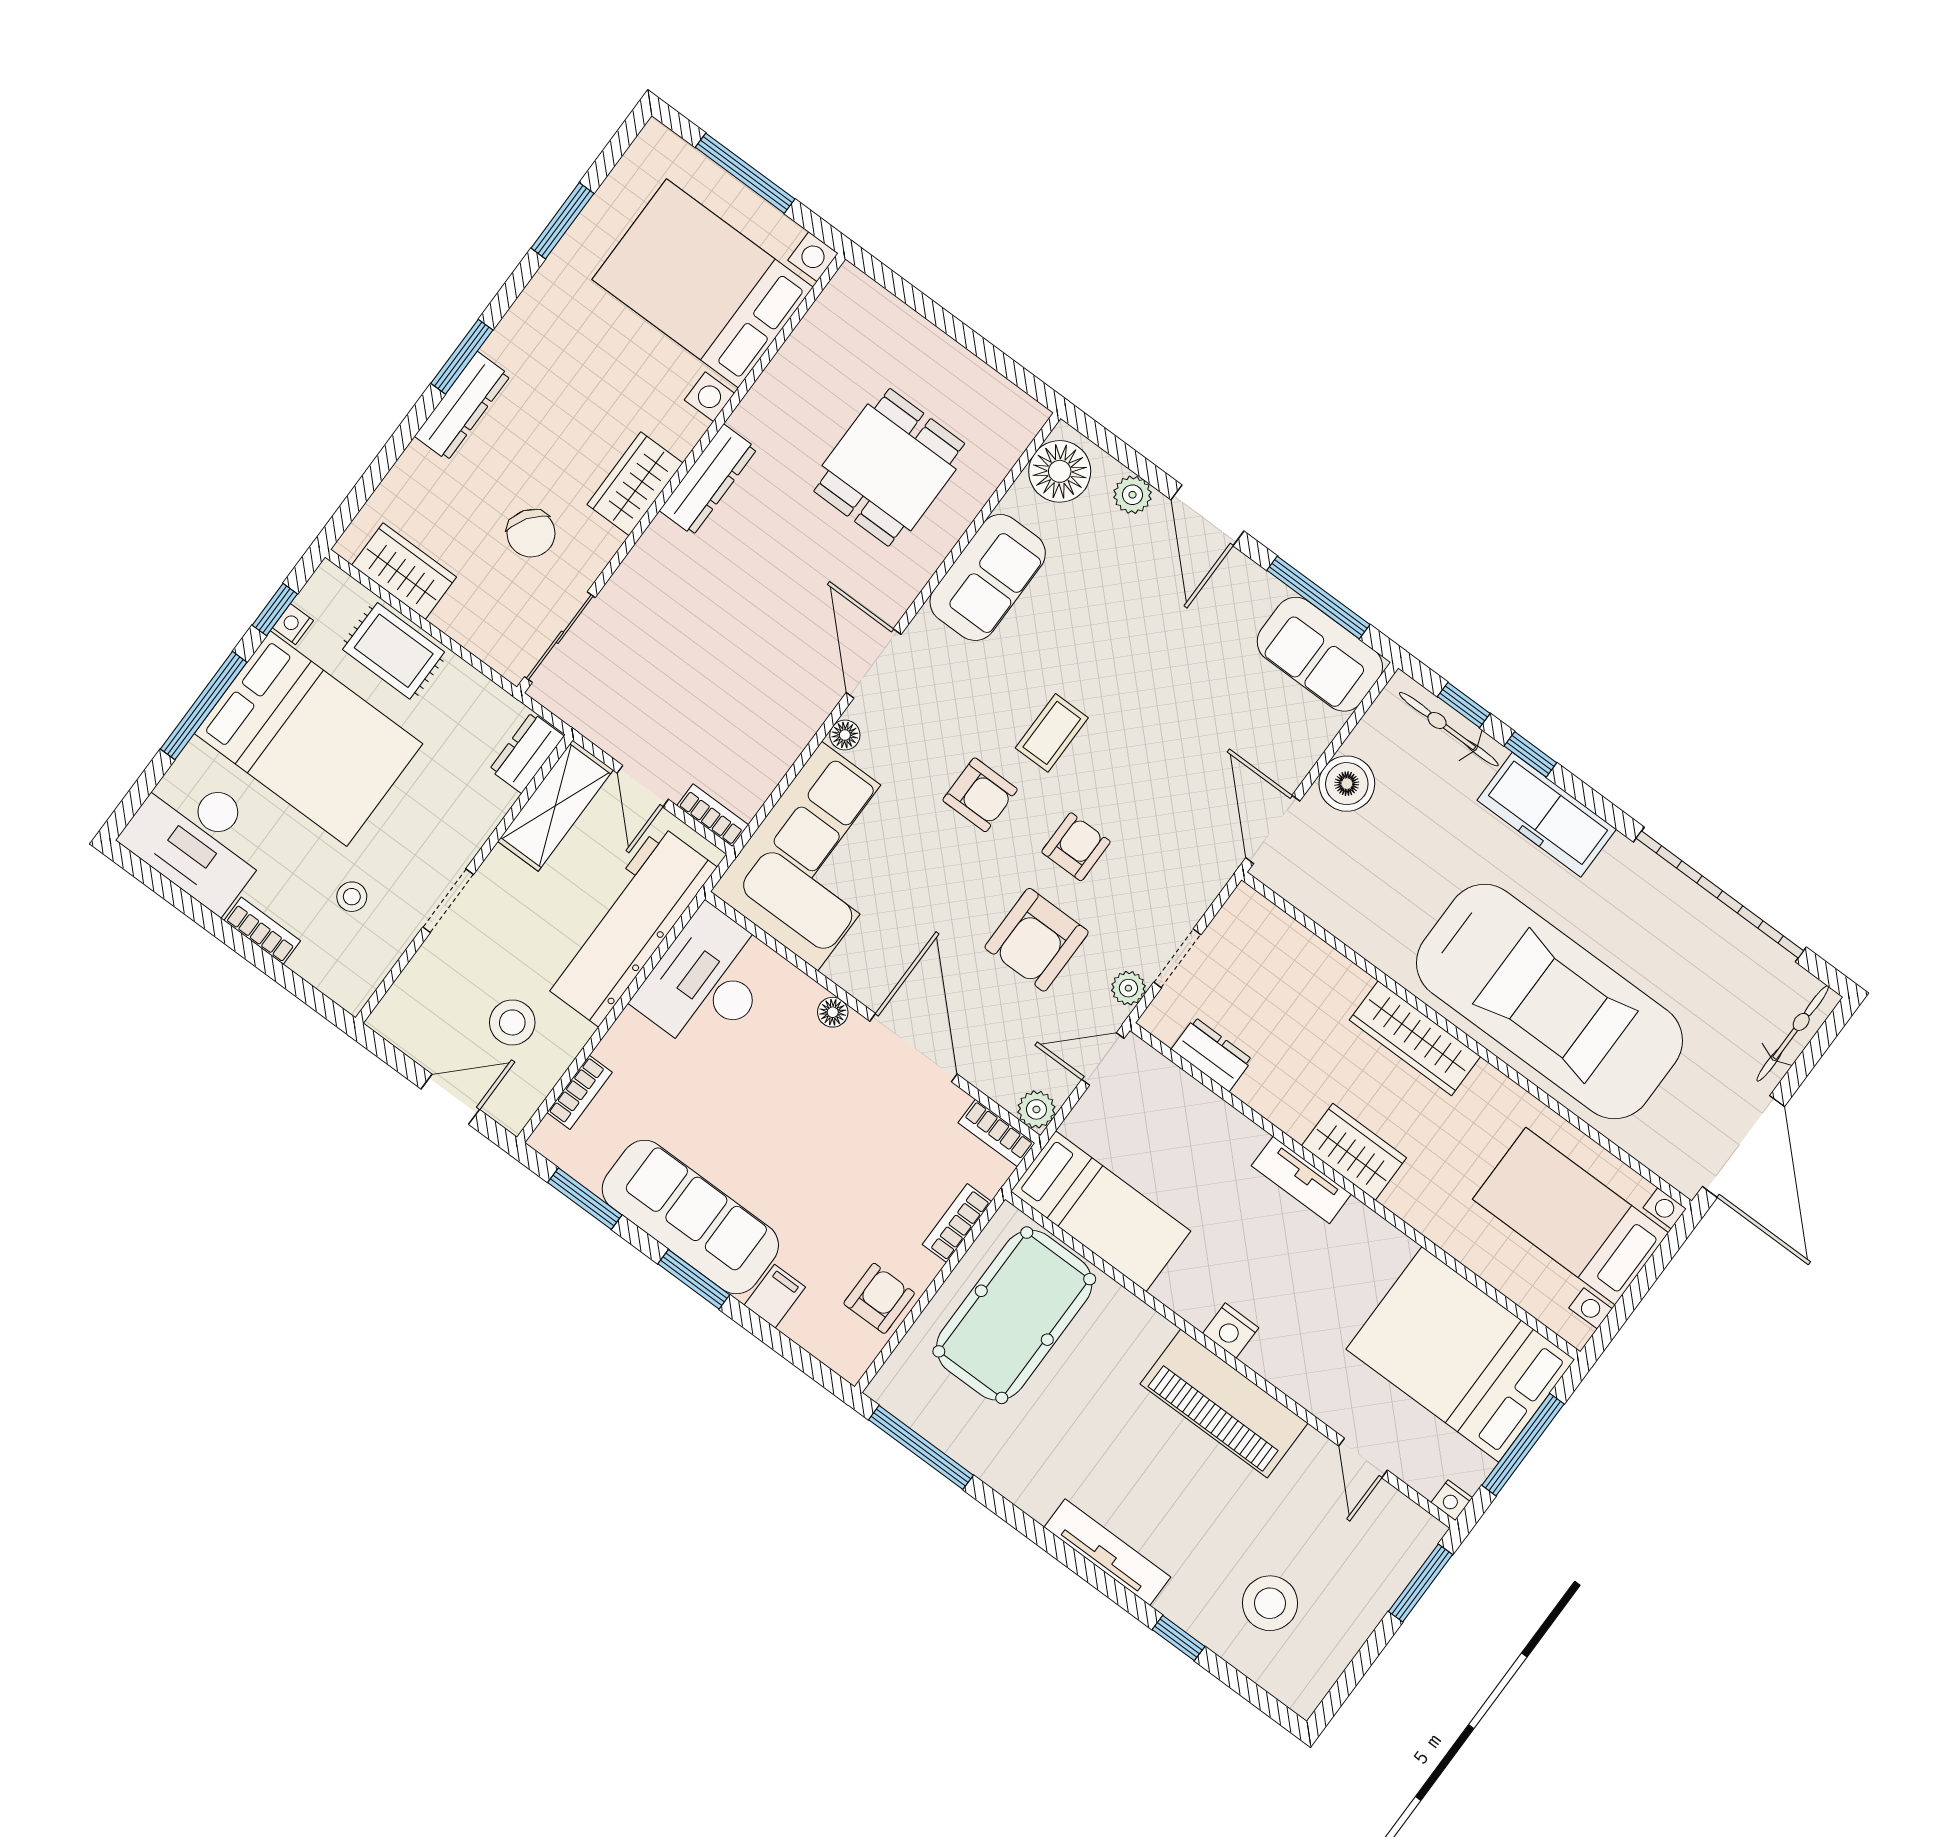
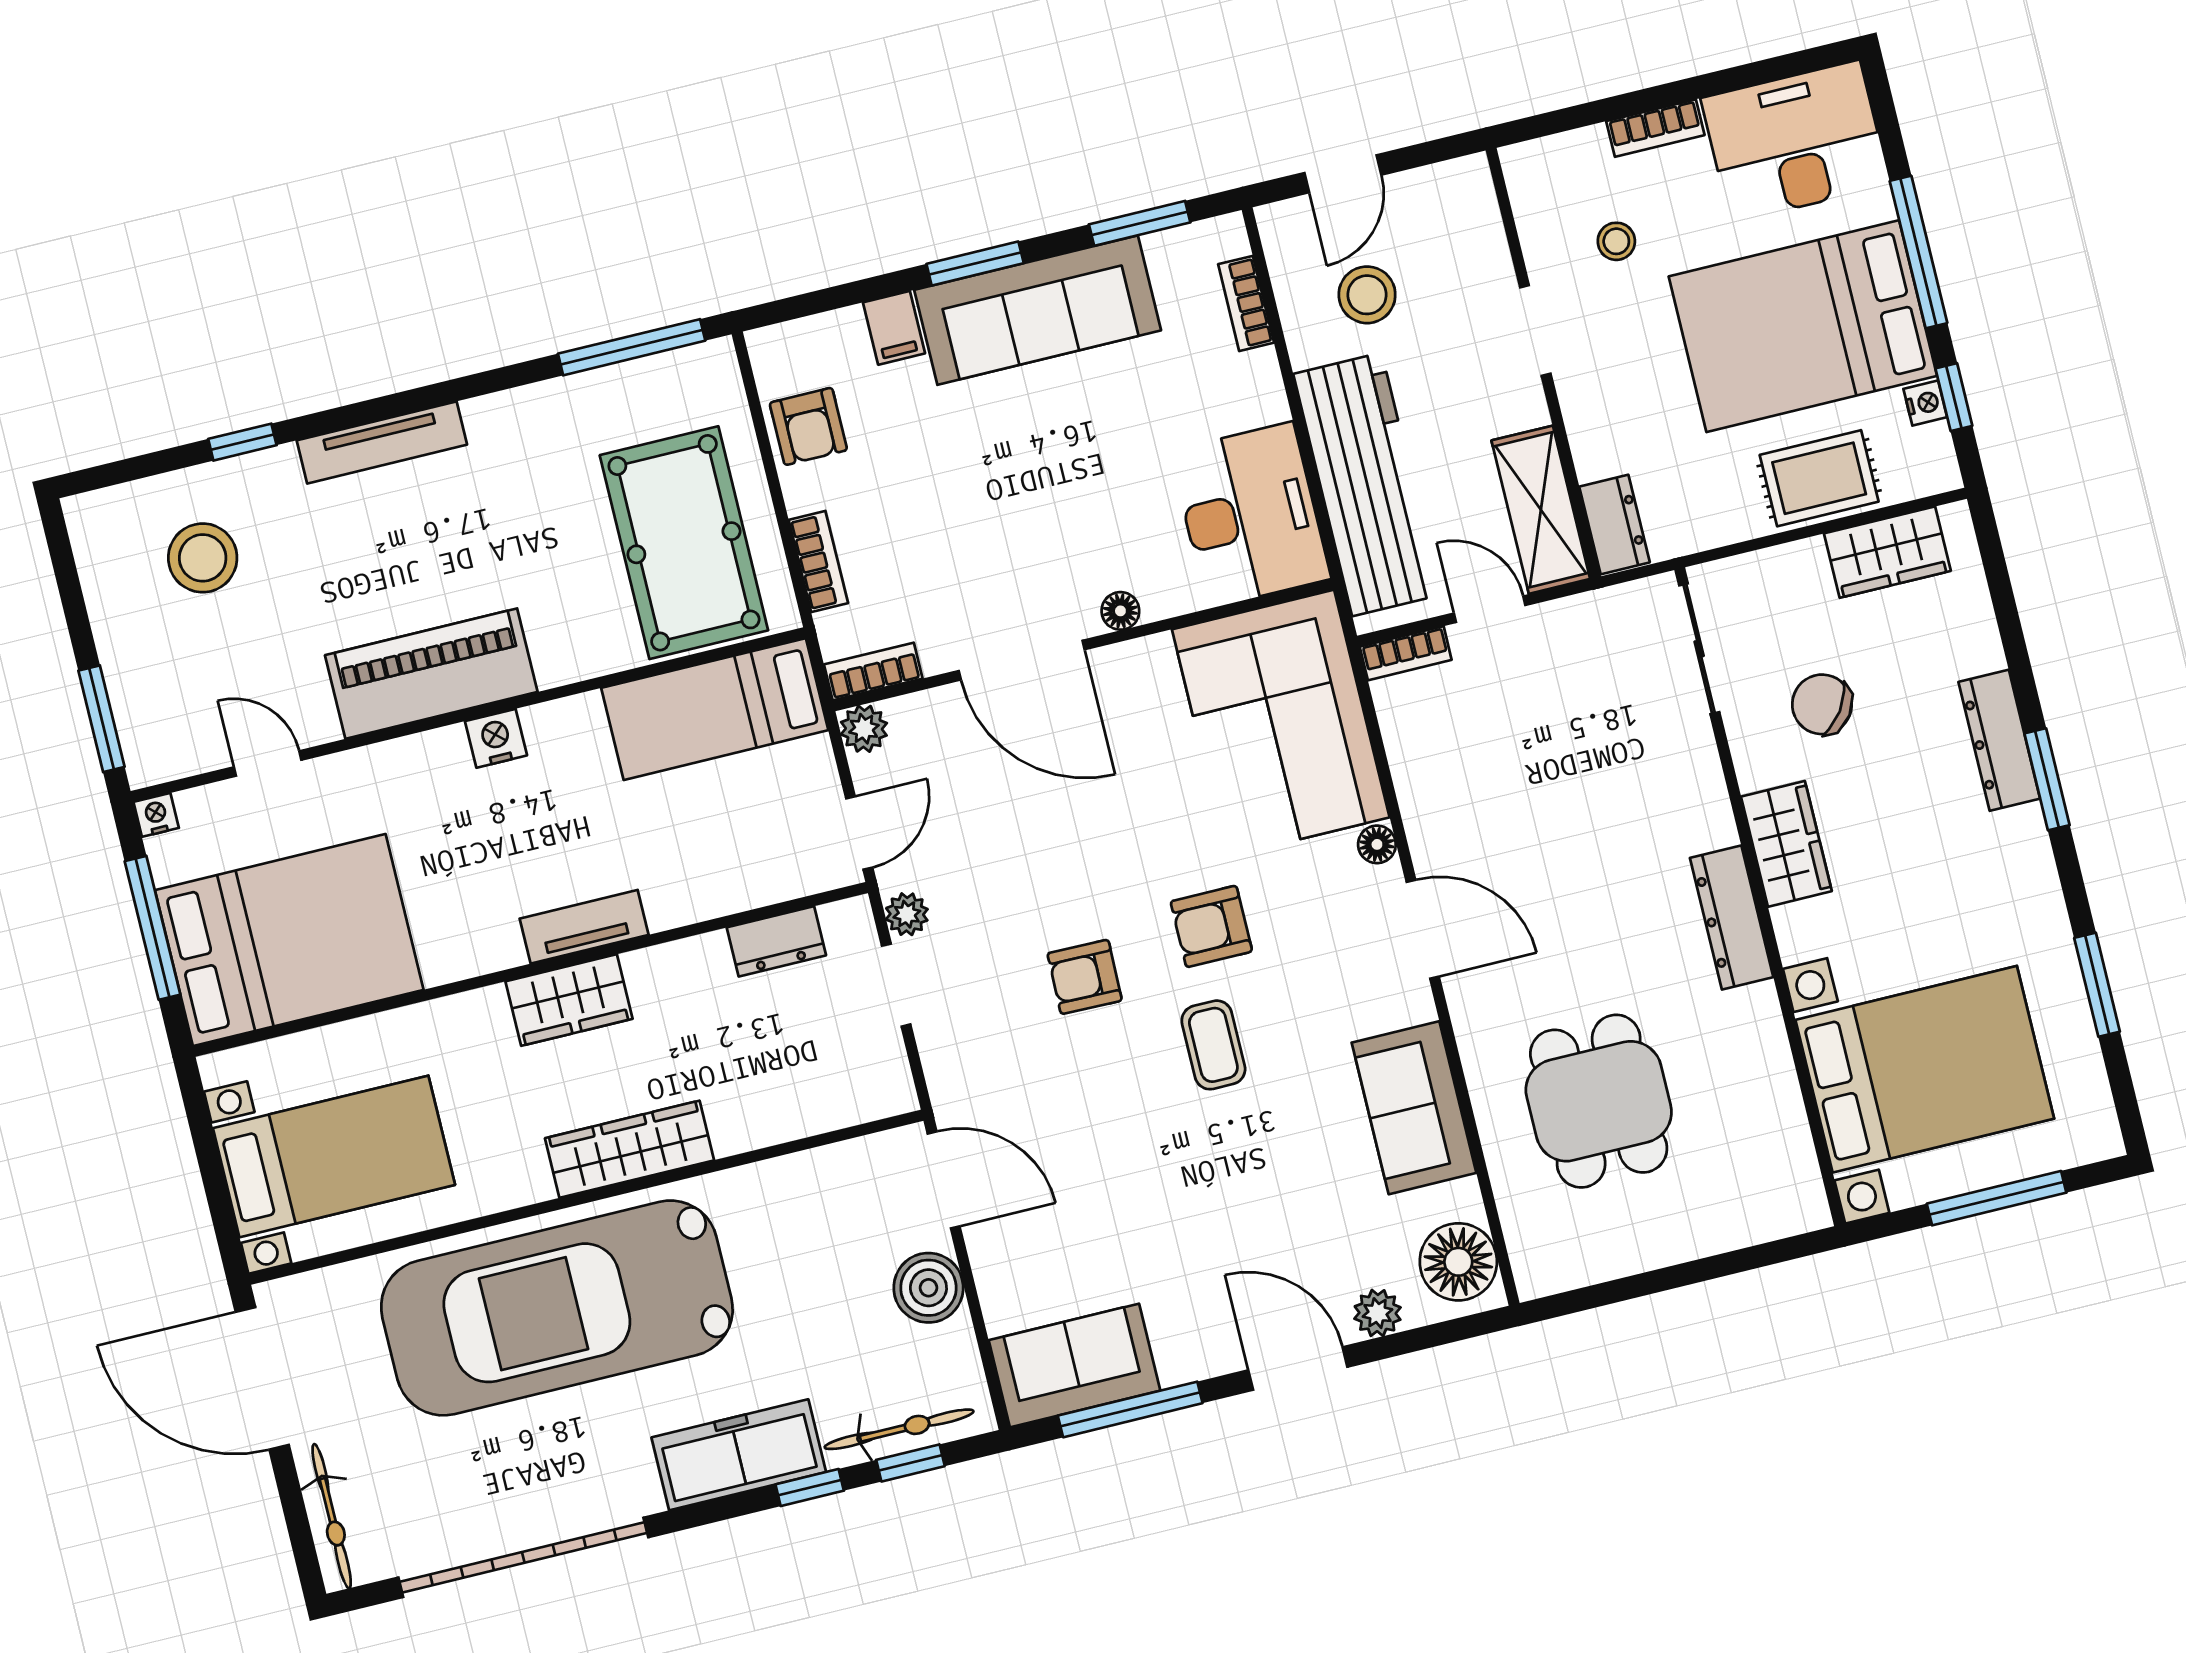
armchair: (1076, 847) -> (1085, 977), turned 91
armchair: (1037, 940) -> (1027, 865), removed

